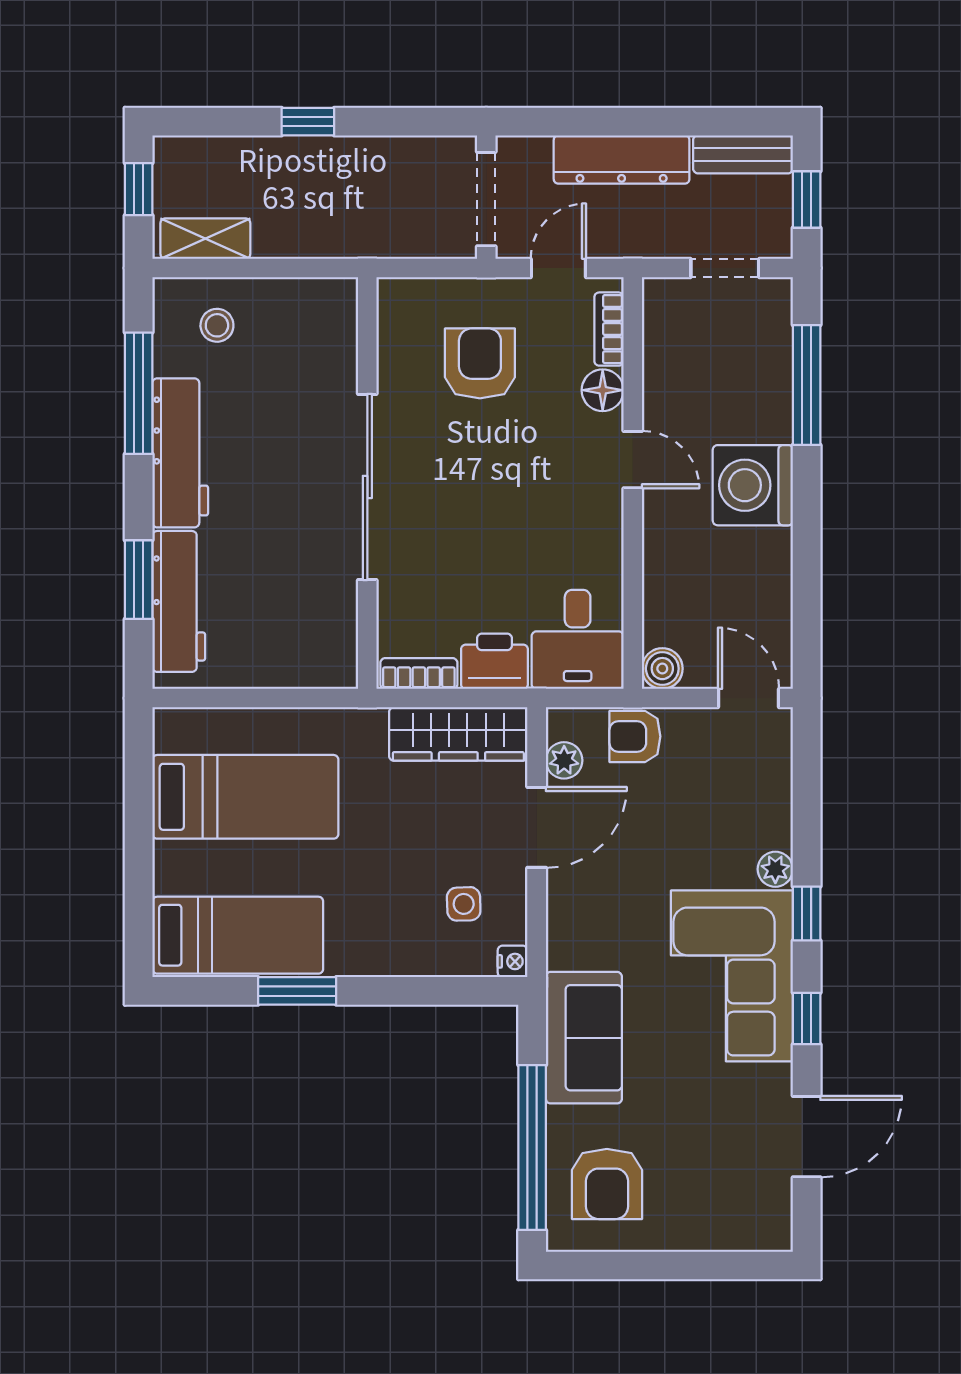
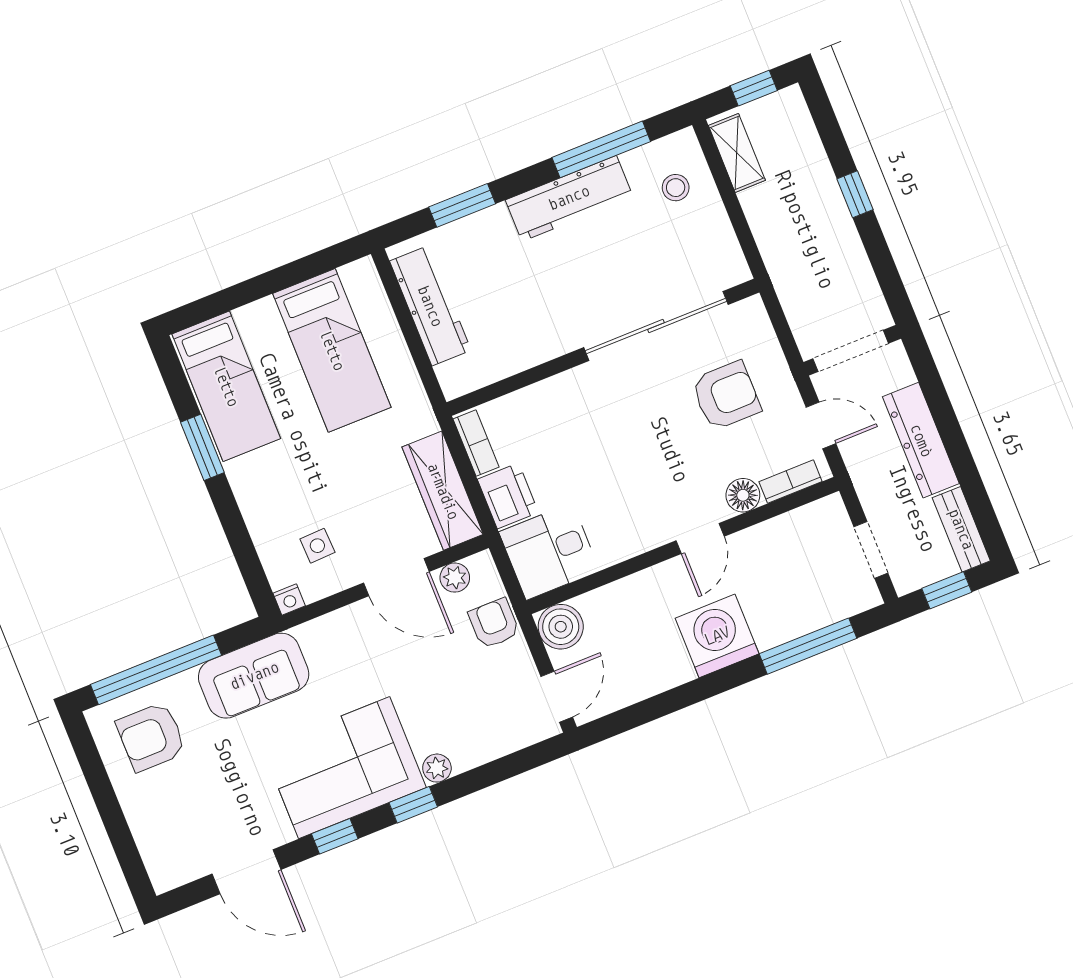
sliding door: (367, 487) -> (656, 326), moved
workbench: (179, 601) -> (430, 306), moved, turned -90
boiler: (662, 669) -> (561, 627), width x1.36, depth x1.36

